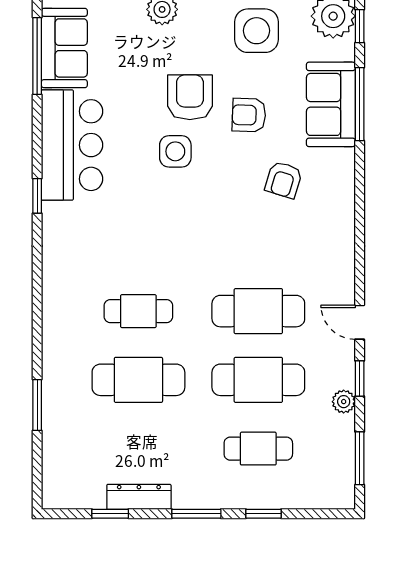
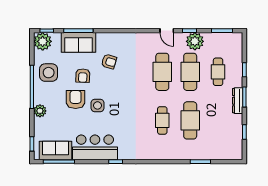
armchair: (190, 97) -> (76, 100), turned 90
door: (360, 322) -> (167, 31), hinge flipped
plant: (344, 402) -> (195, 41), width x1.87, depth x1.87
dresser: (139, 497) -> (238, 101), moved

